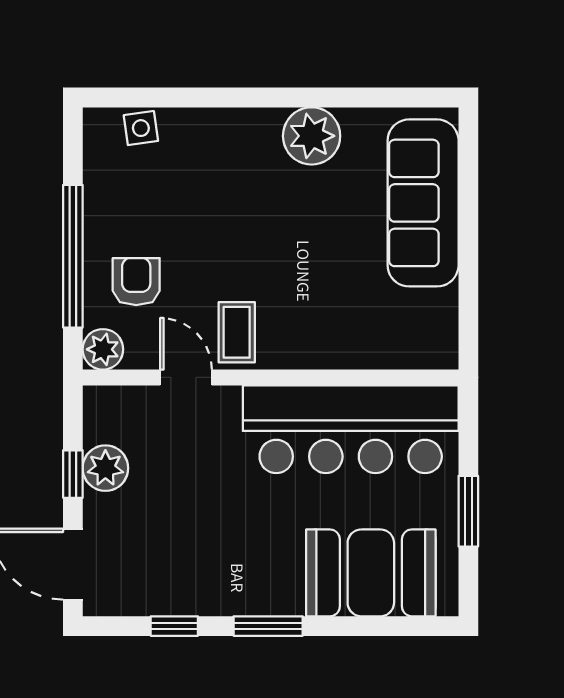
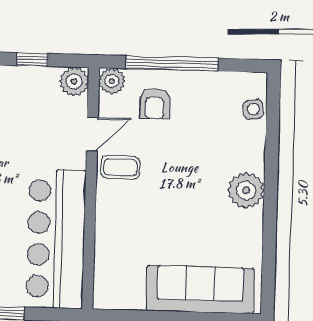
plant: (312, 136) -> (246, 190), moved
armchair: (136, 282) -> (155, 104), turned 90
plant: (105, 468) -> (74, 82), moved

